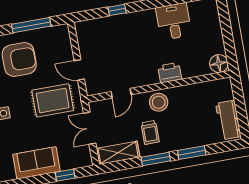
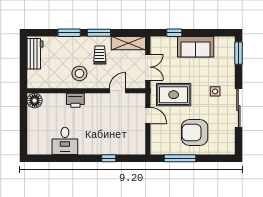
stool: (159, 102) -> (79, 73), moved

